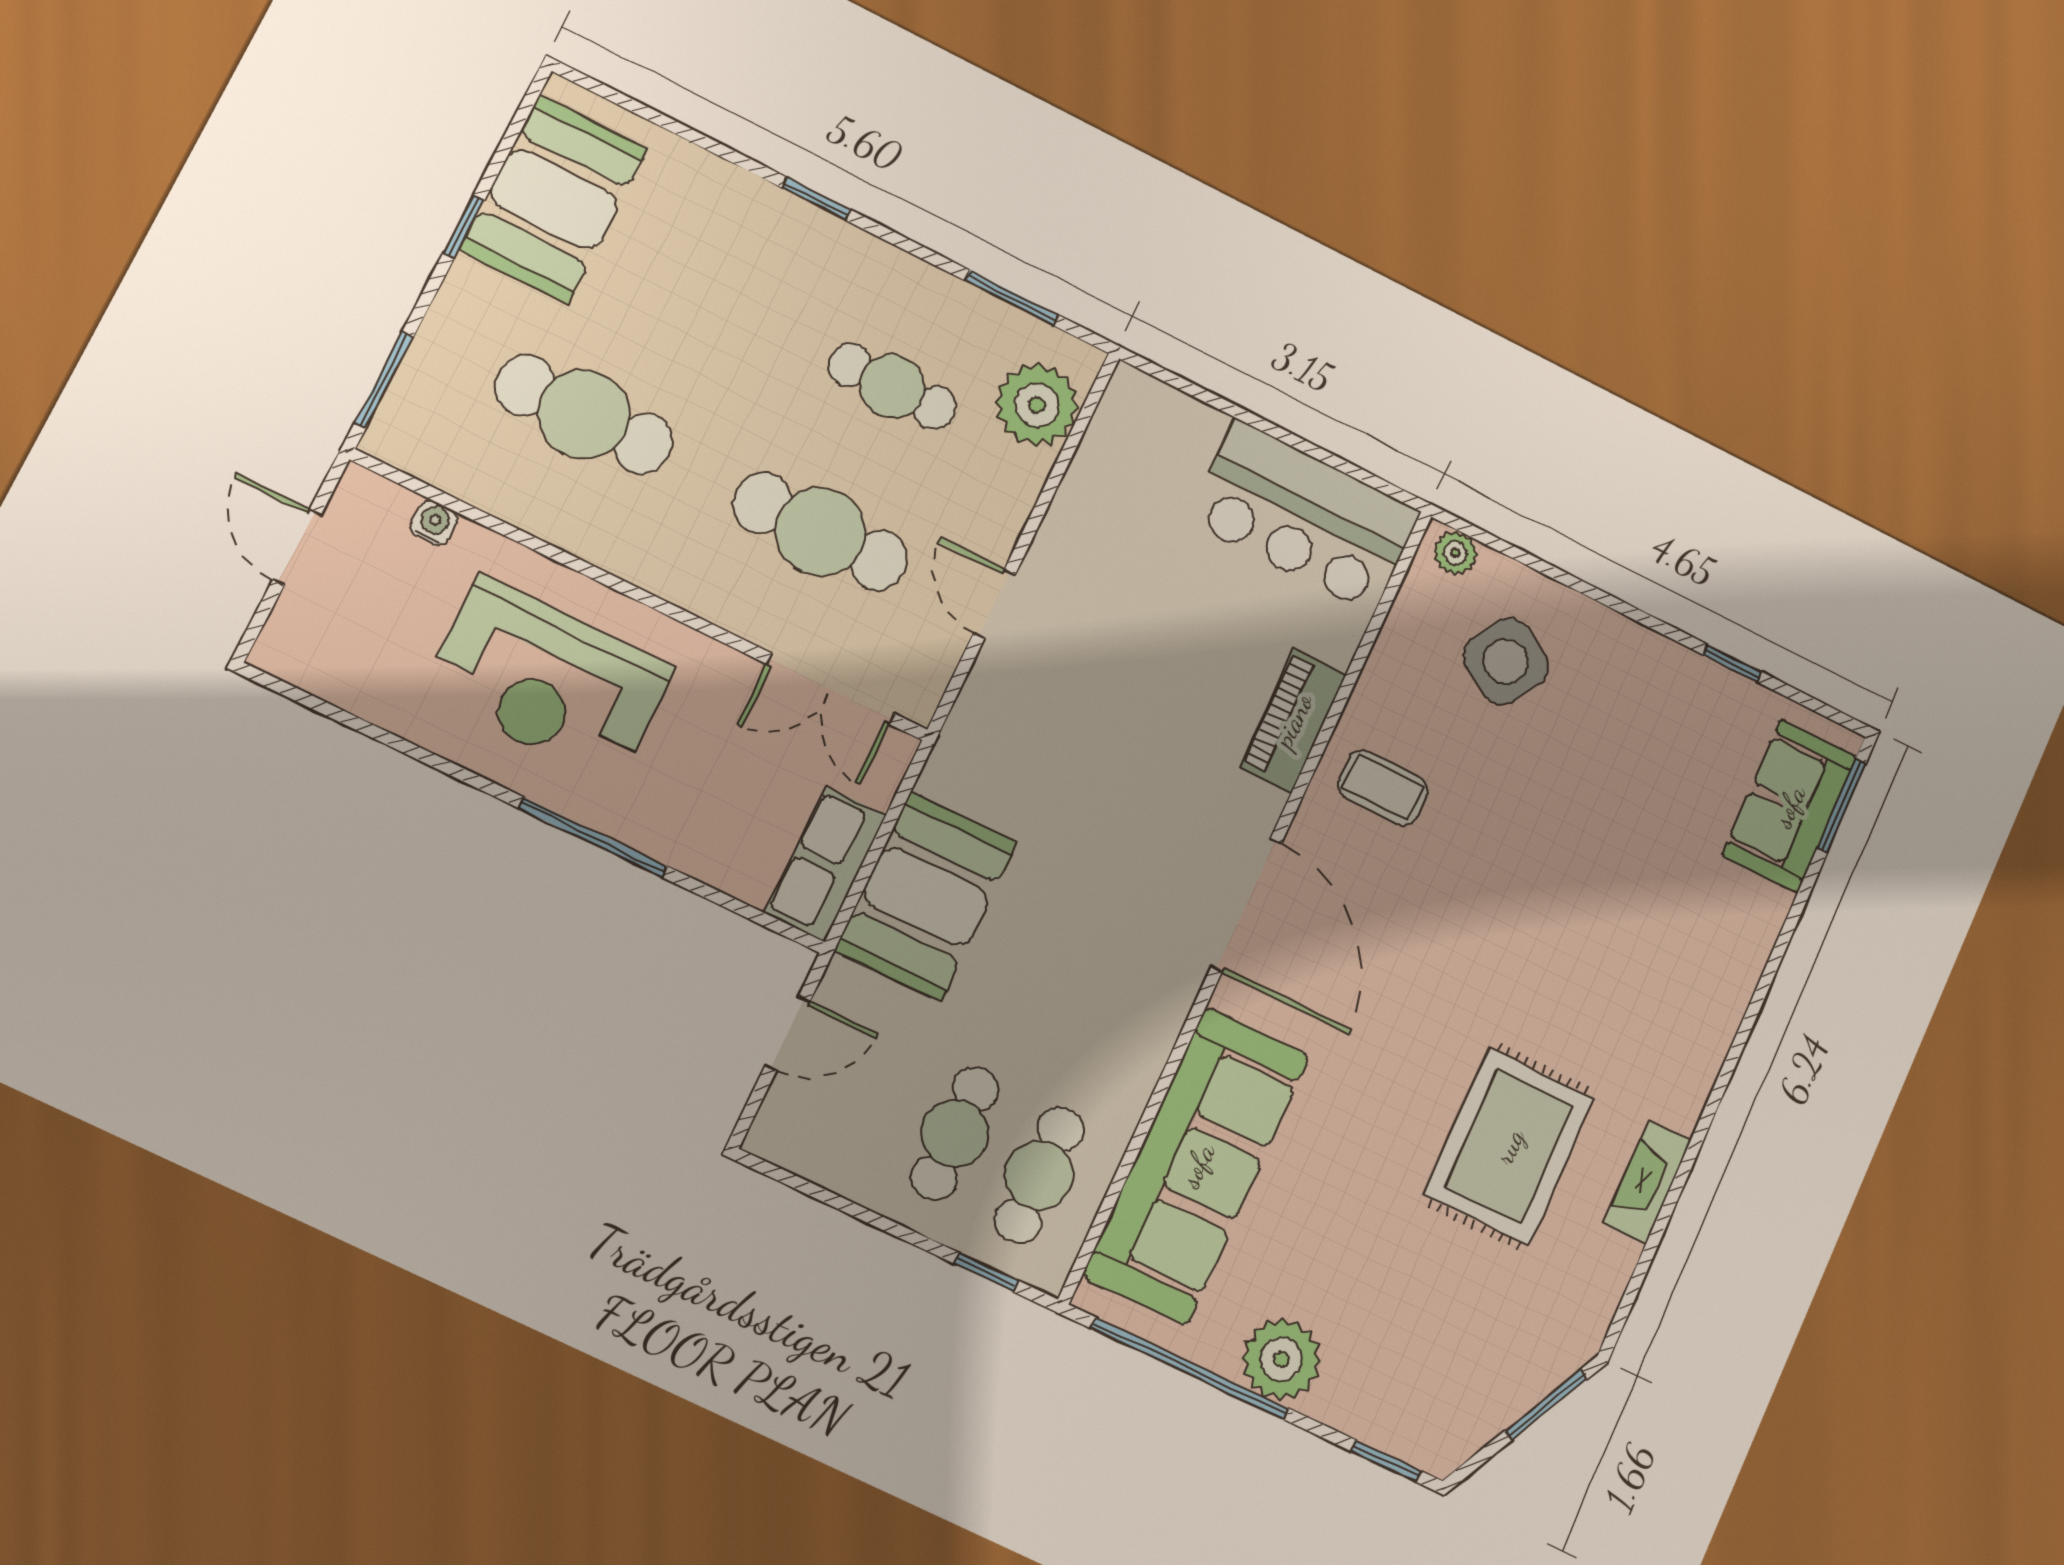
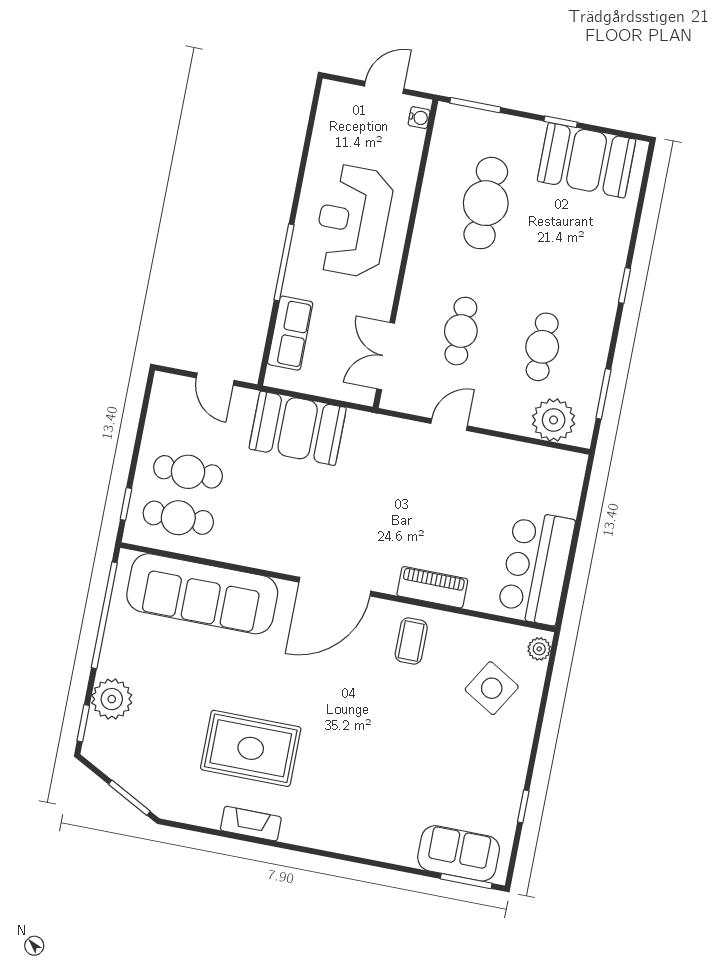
water cooler: (434, 523) -> (419, 118), moved
cafe table: (821, 532) -> (461, 331), width x0.73, depth x0.74
row of seats: (825, 864) -> (290, 333), moved, turned 90
plant: (1281, 1359) -> (112, 699), moved

